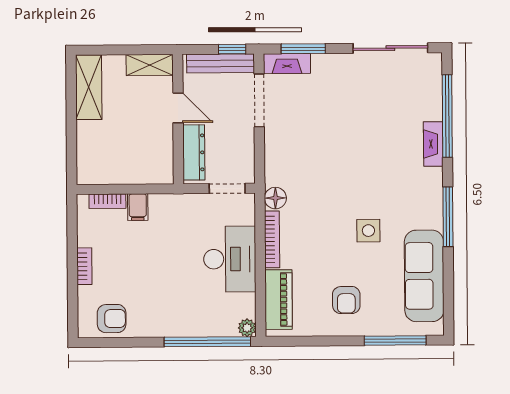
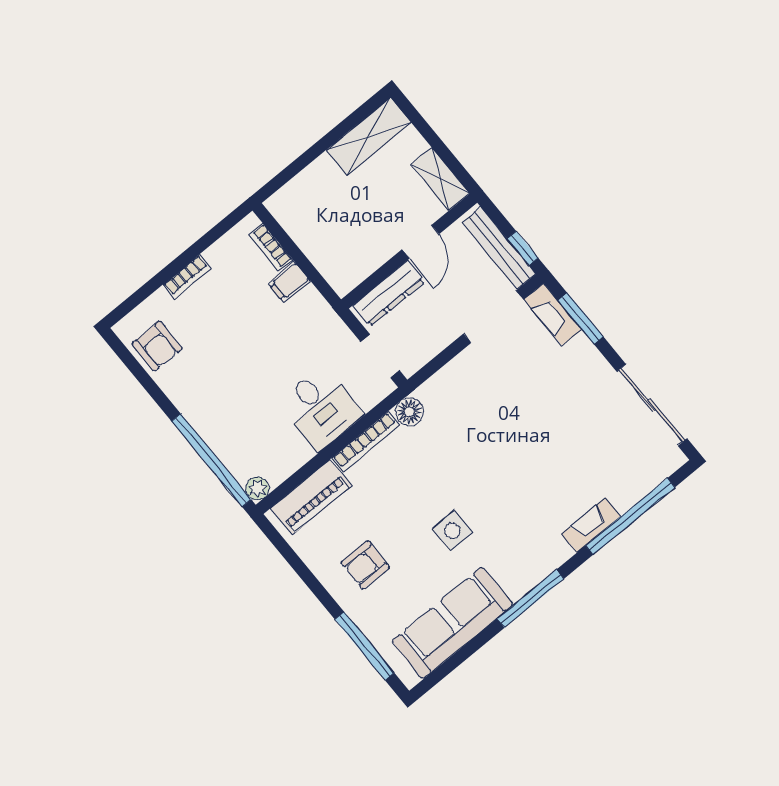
desk: (230, 259) -> (321, 408), width x0.73

